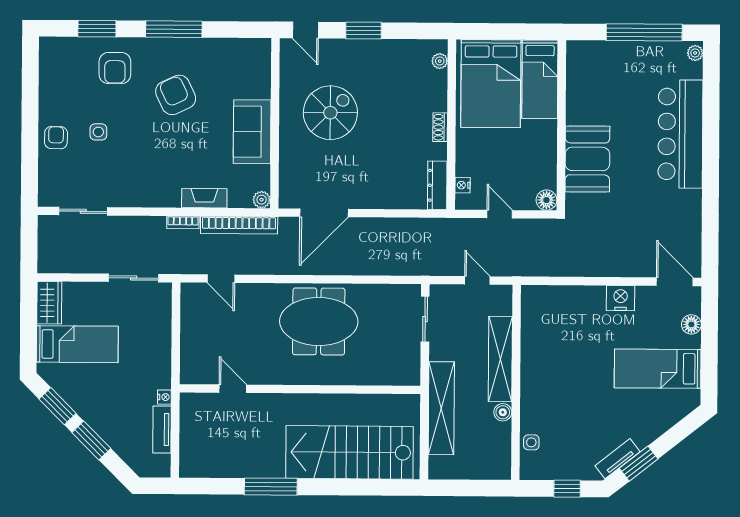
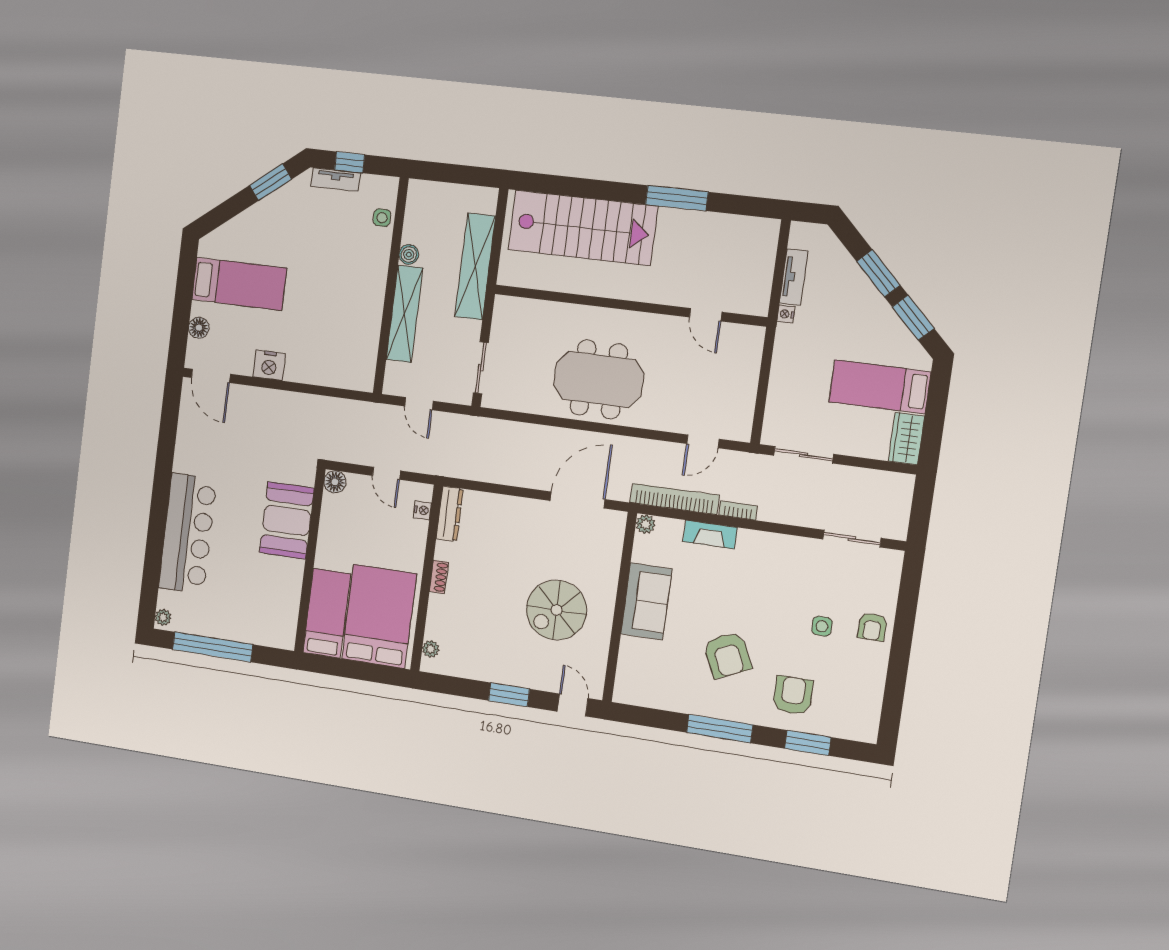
door: (221, 279) -> (703, 441), swing flipped
tv unit: (618, 459) -> (336, 180), moved, turned 38

